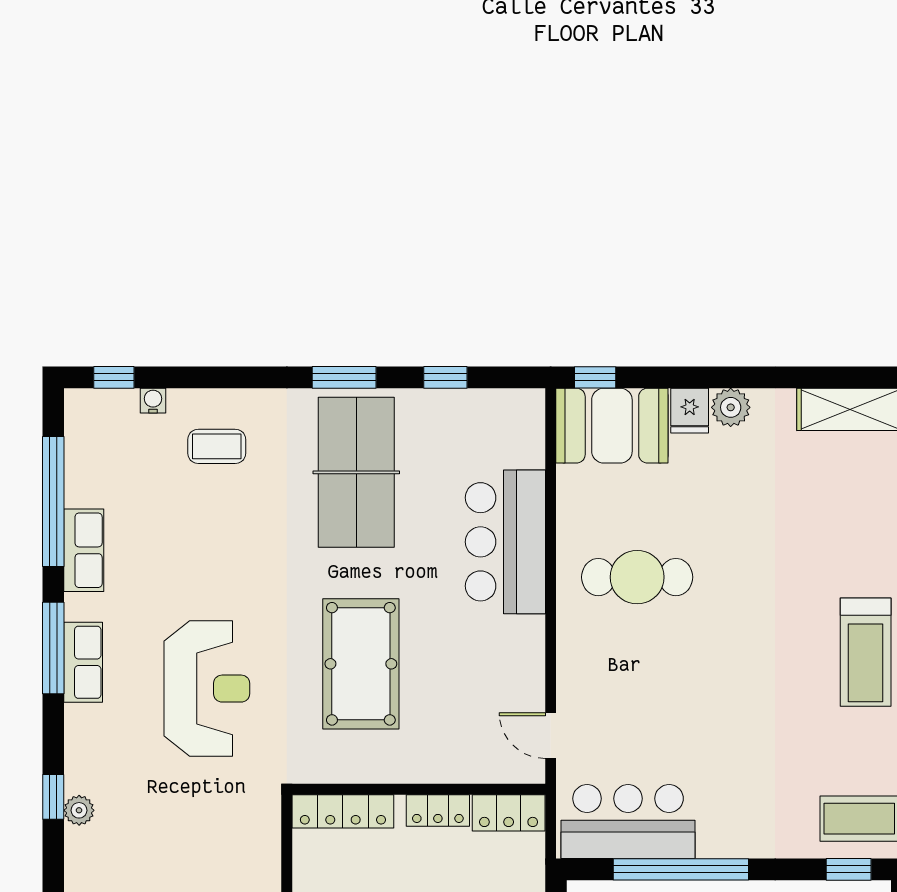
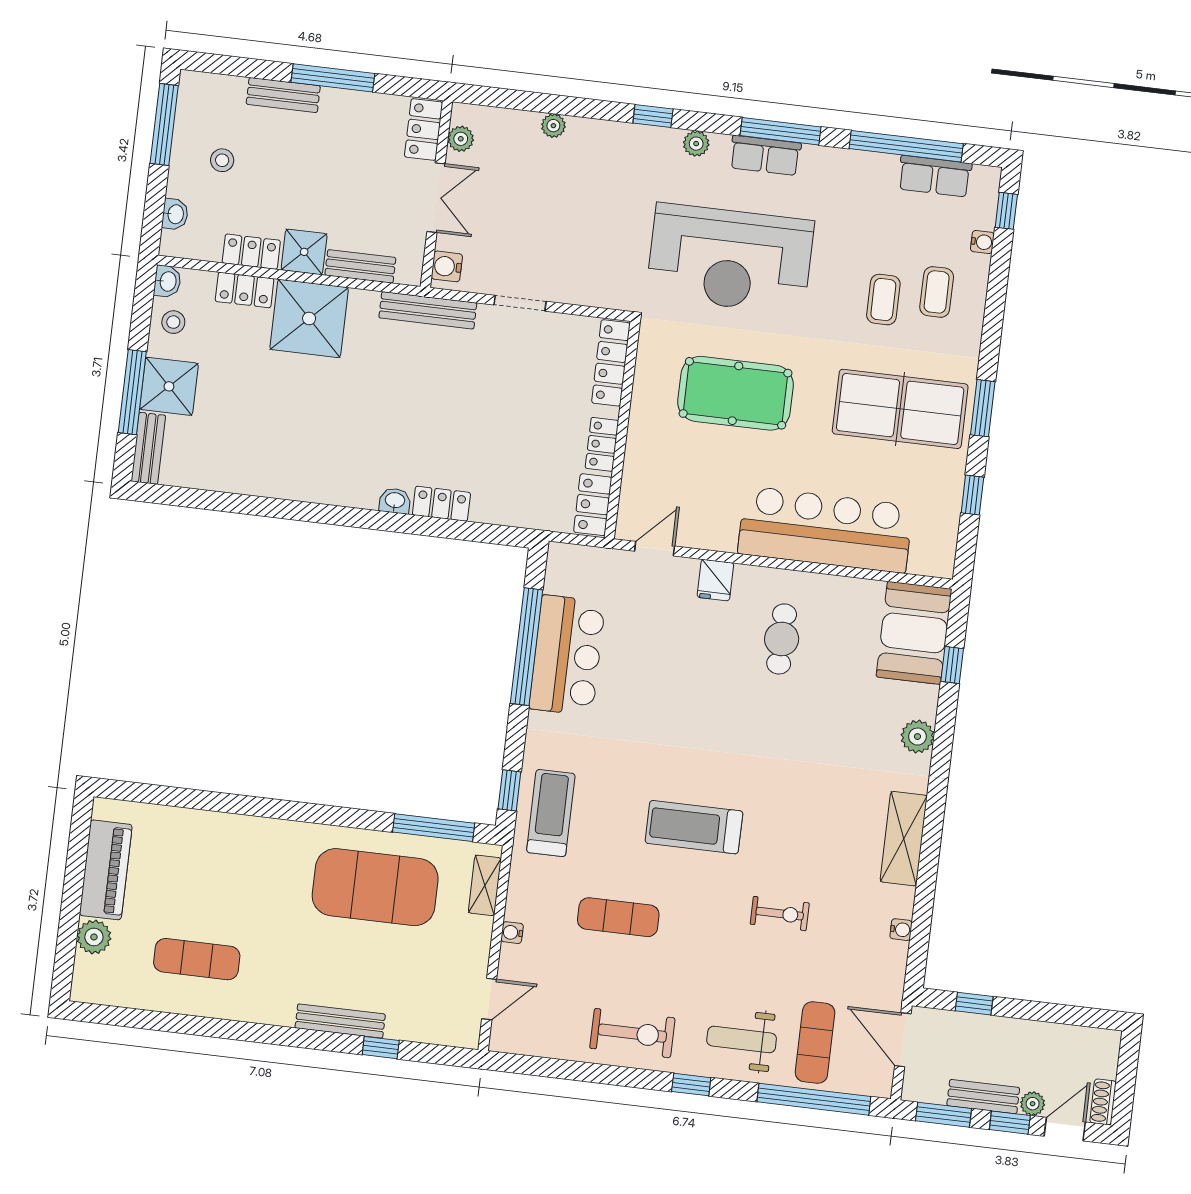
window: (595, 377) -> (952, 665), moved
fridge: (690, 411) -> (715, 580), moved, turned -90
coffee table: (233, 507) -> (883, 300), added
bar counter: (505, 542) -> (825, 530), width x1.36
row of seats: (84, 550) -> (935, 176), moved
cafe table: (637, 577) -> (782, 639), width x0.73, depth x0.74
reception desk: (207, 689) -> (730, 259), width x1.36, depth x1.30
plant: (79, 810) -> (696, 144), moved
bar counter: (628, 822) -> (567, 655), moved

